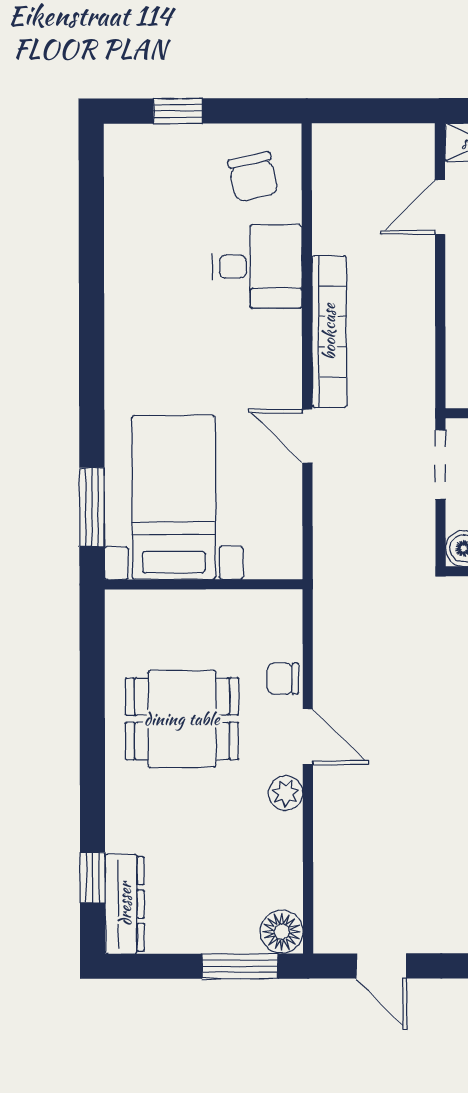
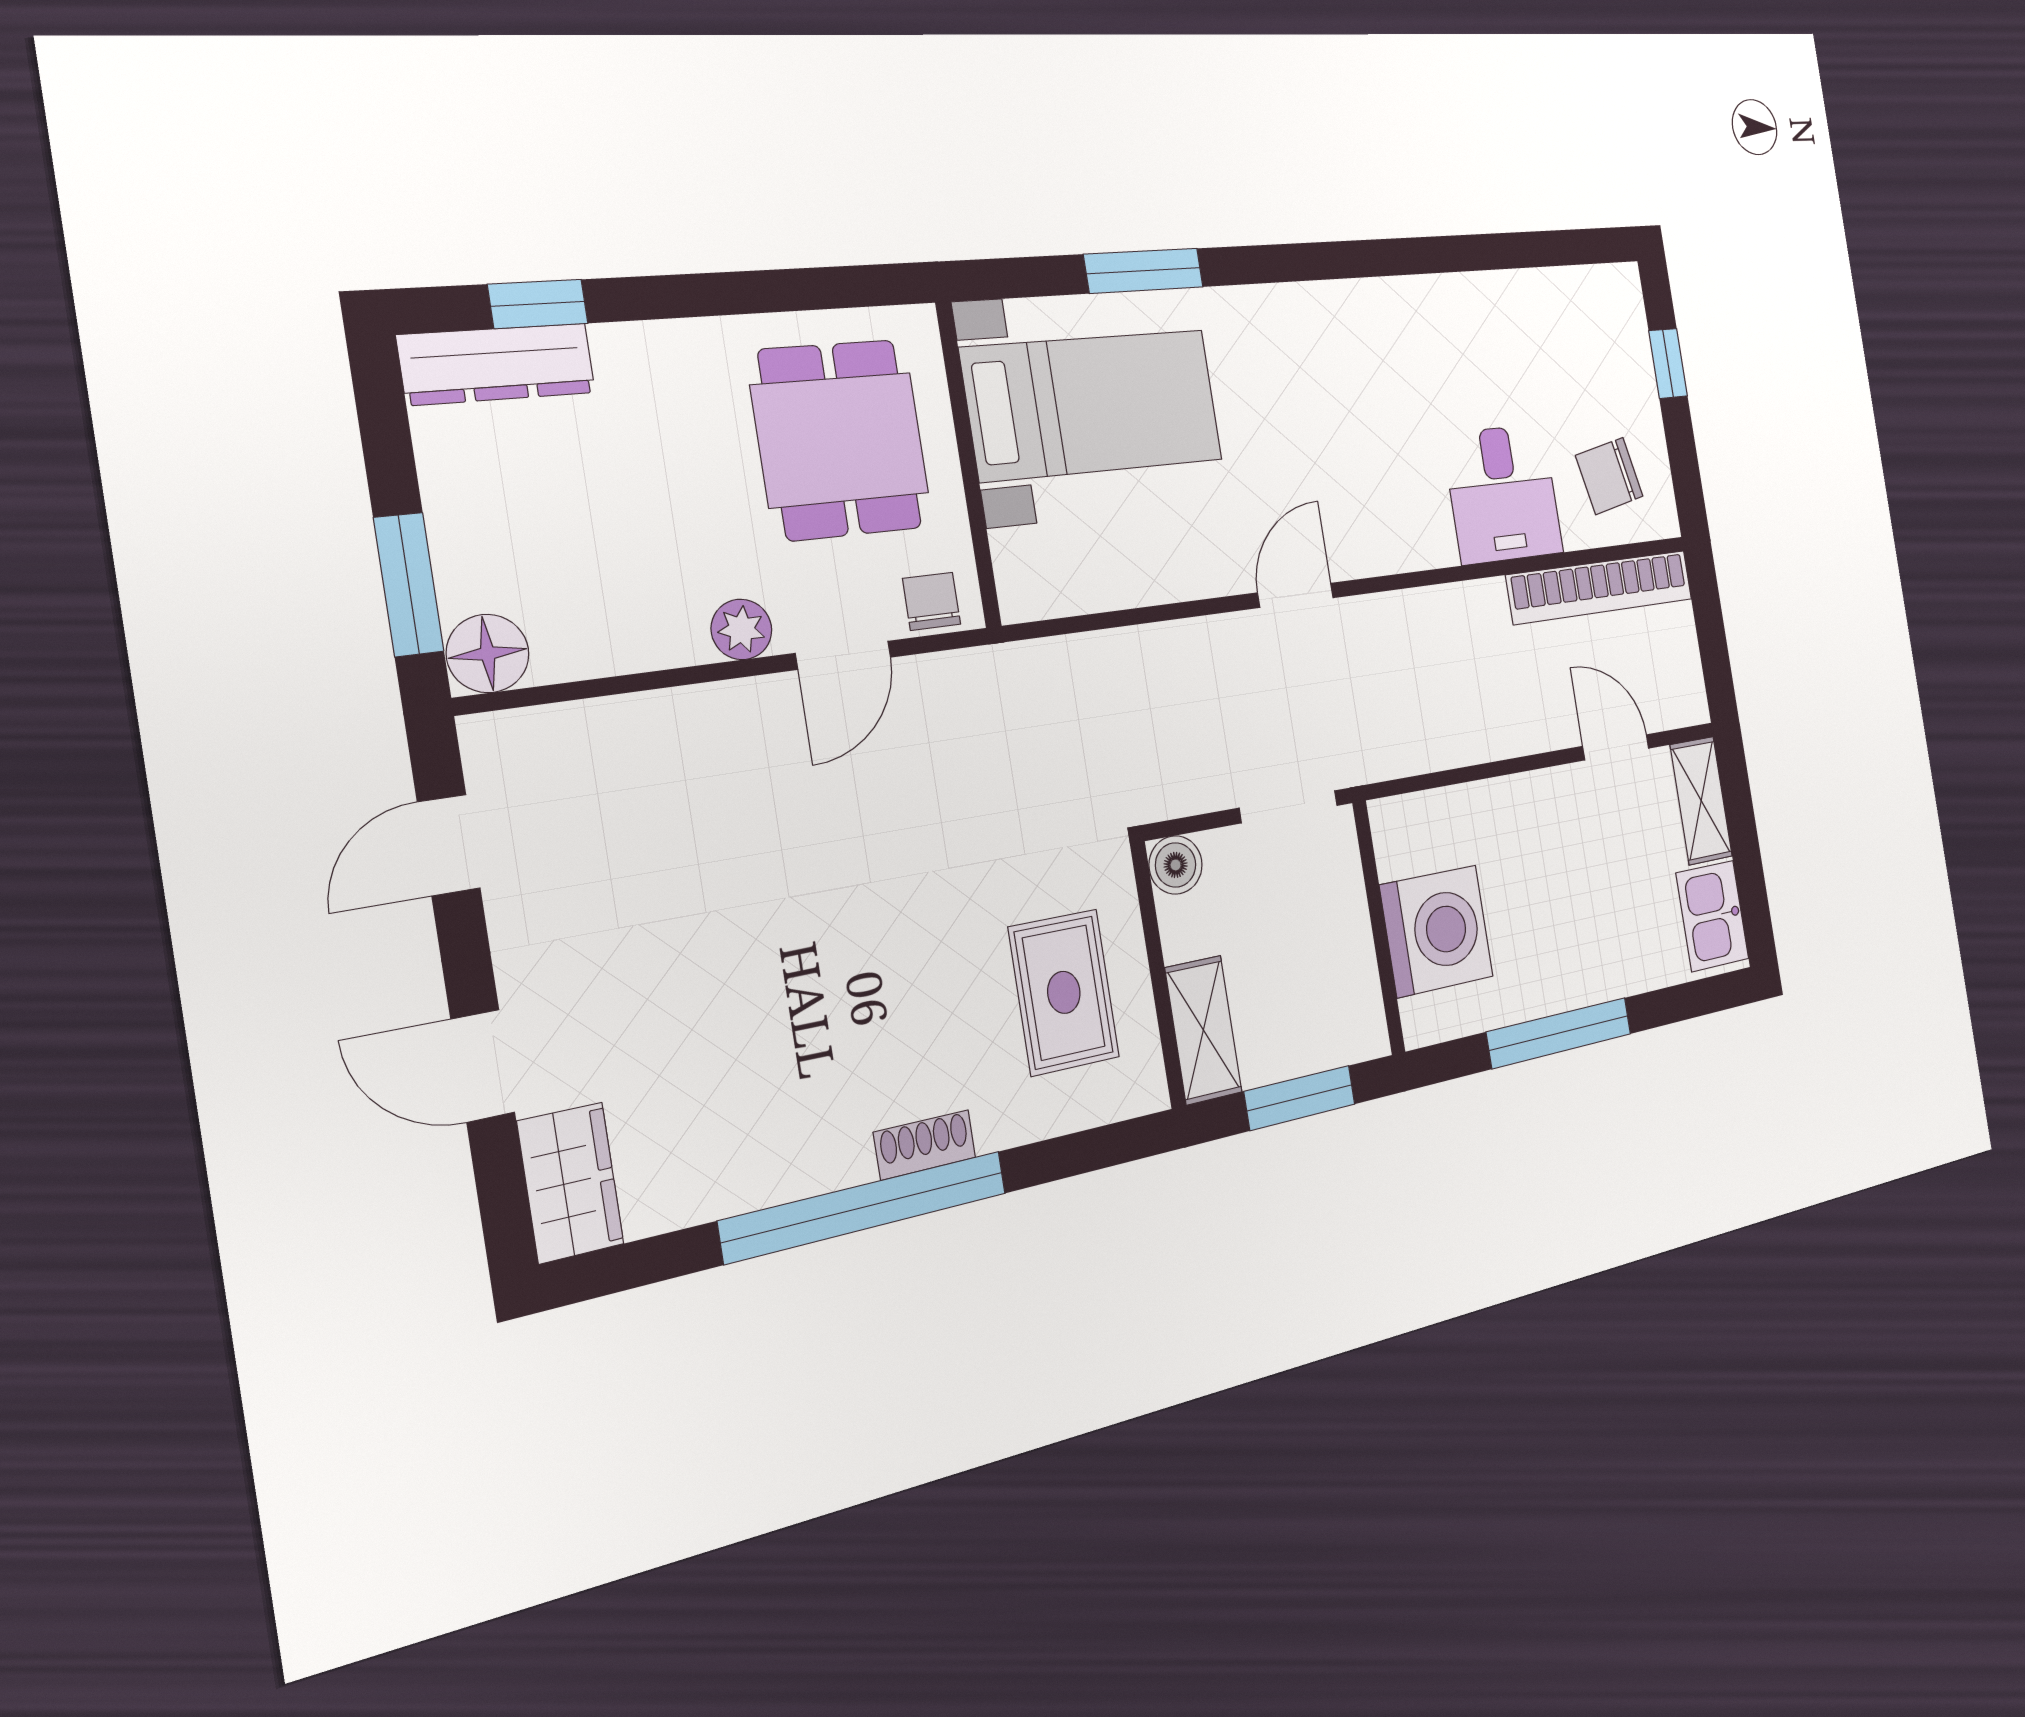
bookcase: (329, 332) -> (1600, 587), moved
bed with nightstands: (174, 497) -> (1093, 405), moved
wall: (204, 584) -> (968, 465), moved

